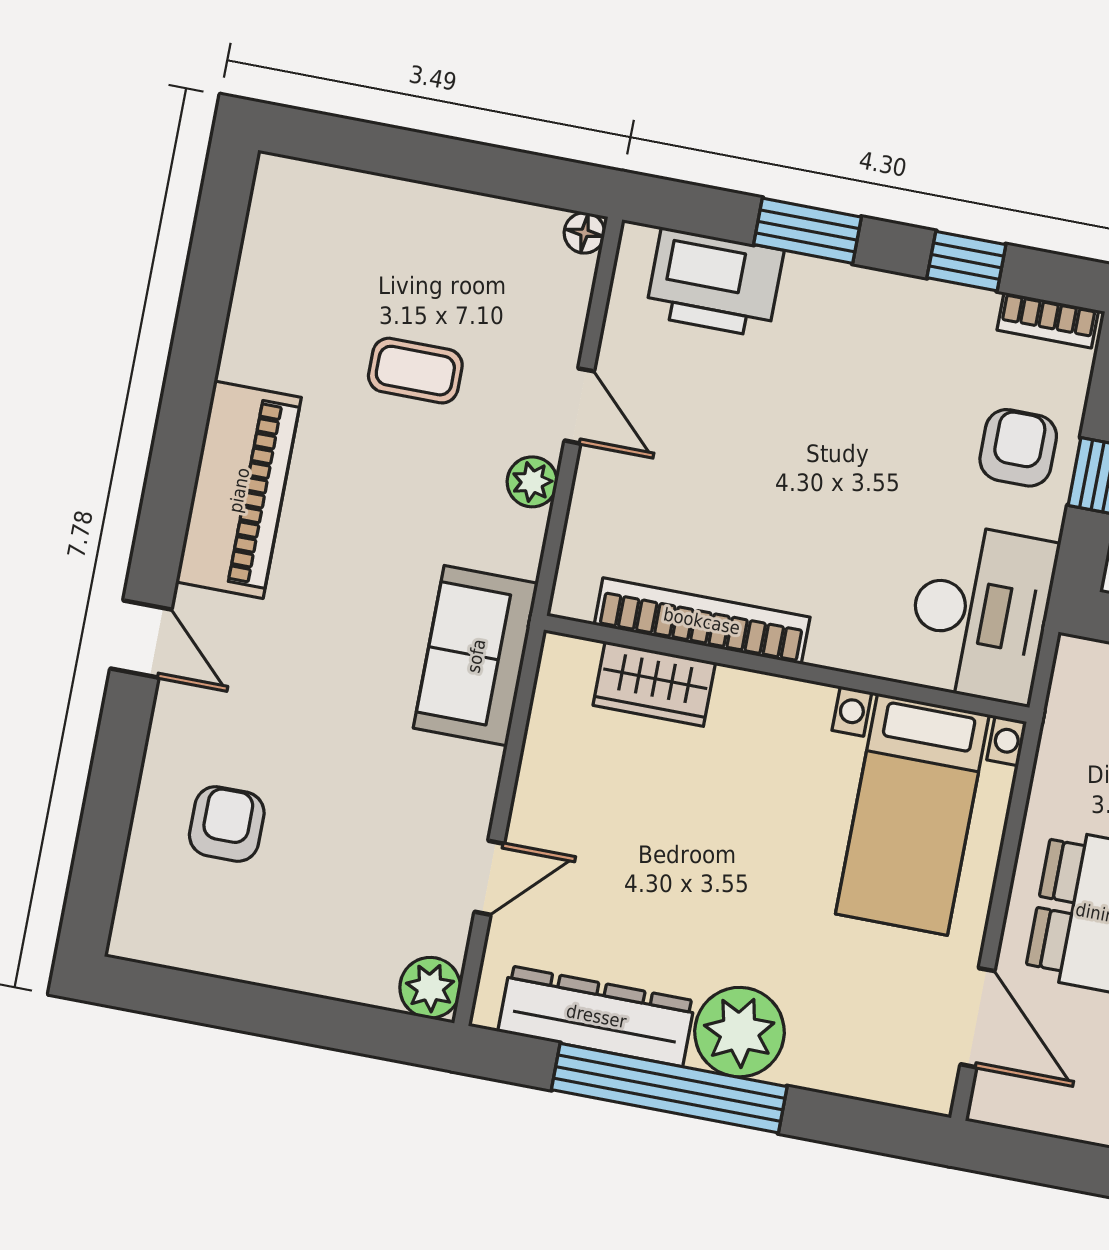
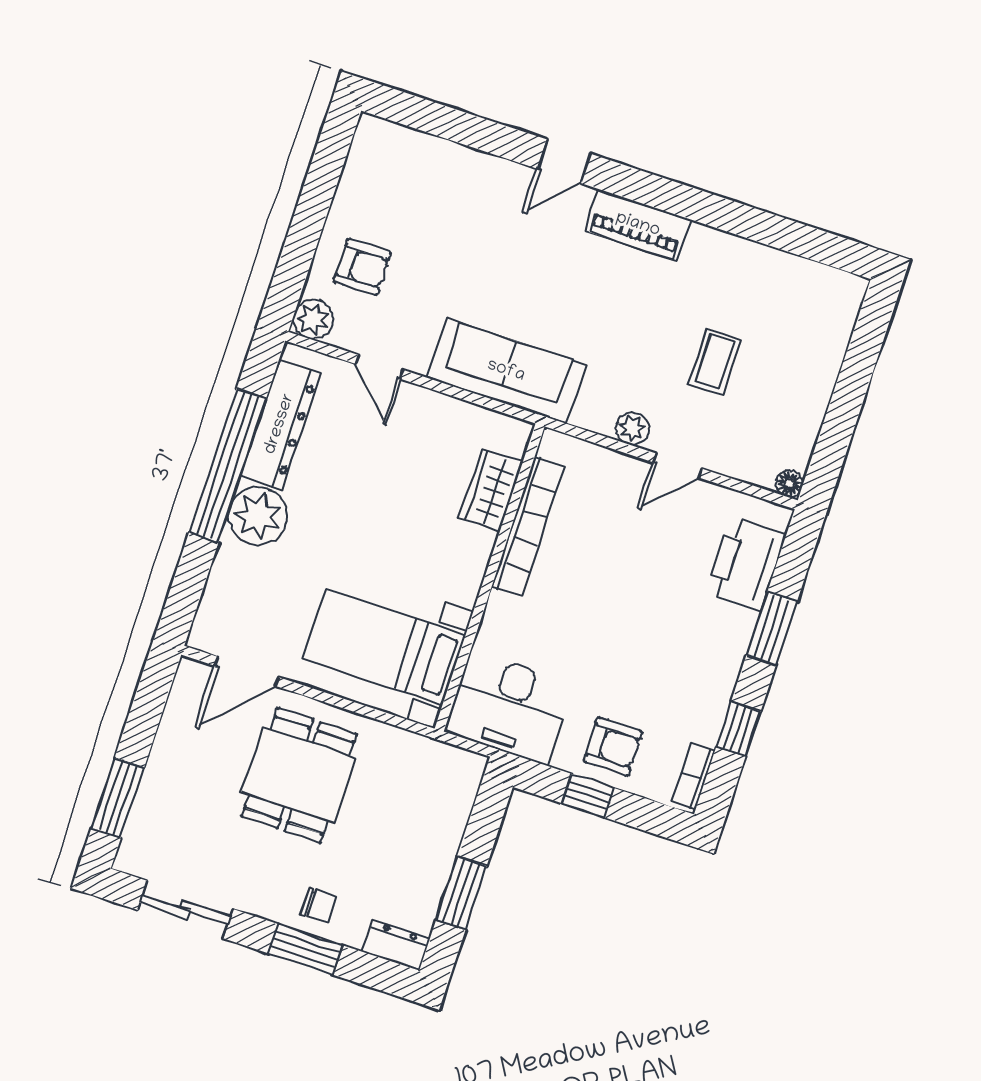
piano: (239, 490) -> (638, 225), width x0.73, depth x0.75
sofa: (476, 656) -> (506, 371), width x1.36
armchair: (227, 824) -> (362, 267), moved

